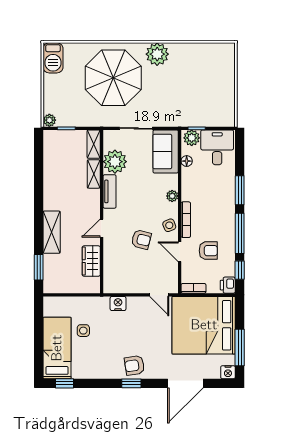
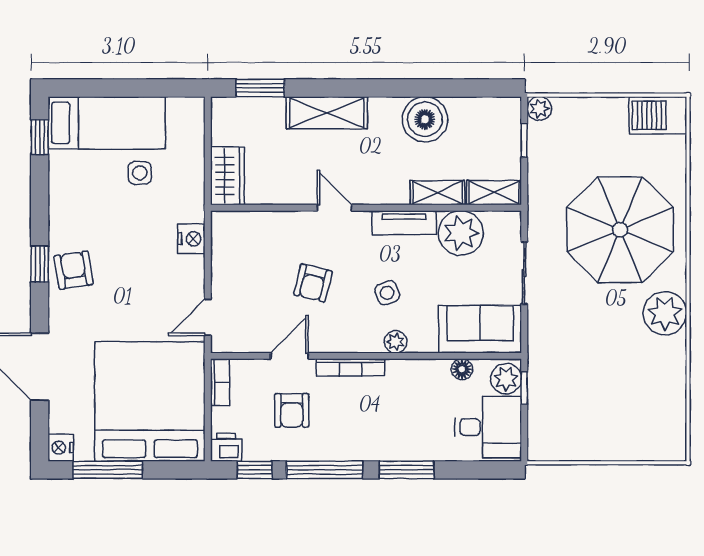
boiler: (55, 181) -> (425, 119), added
side table: (169, 225) -> (387, 293), moved
wardrobe: (91, 261) -> (228, 176), moved, turned 90

